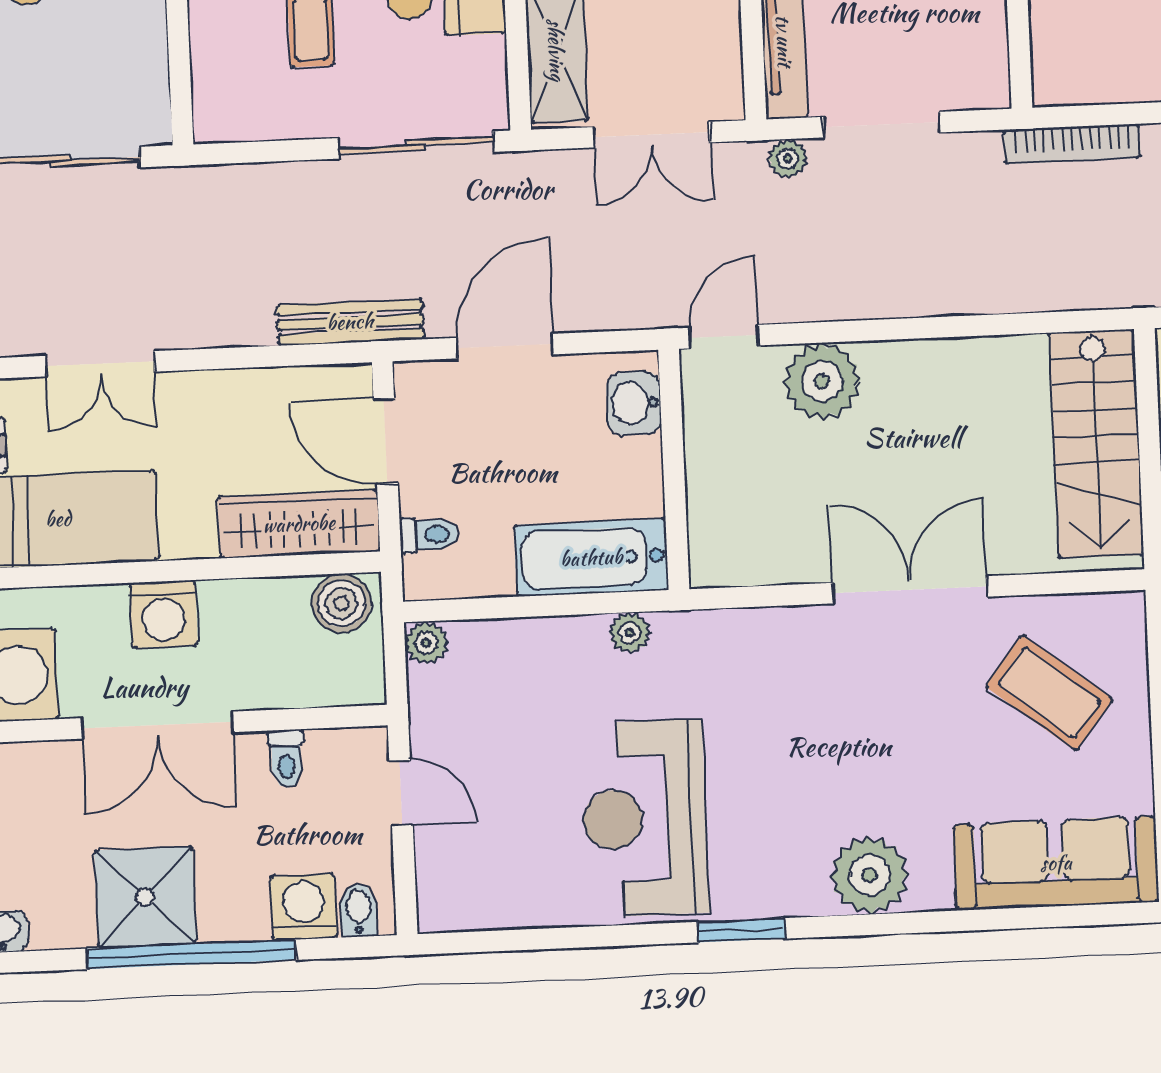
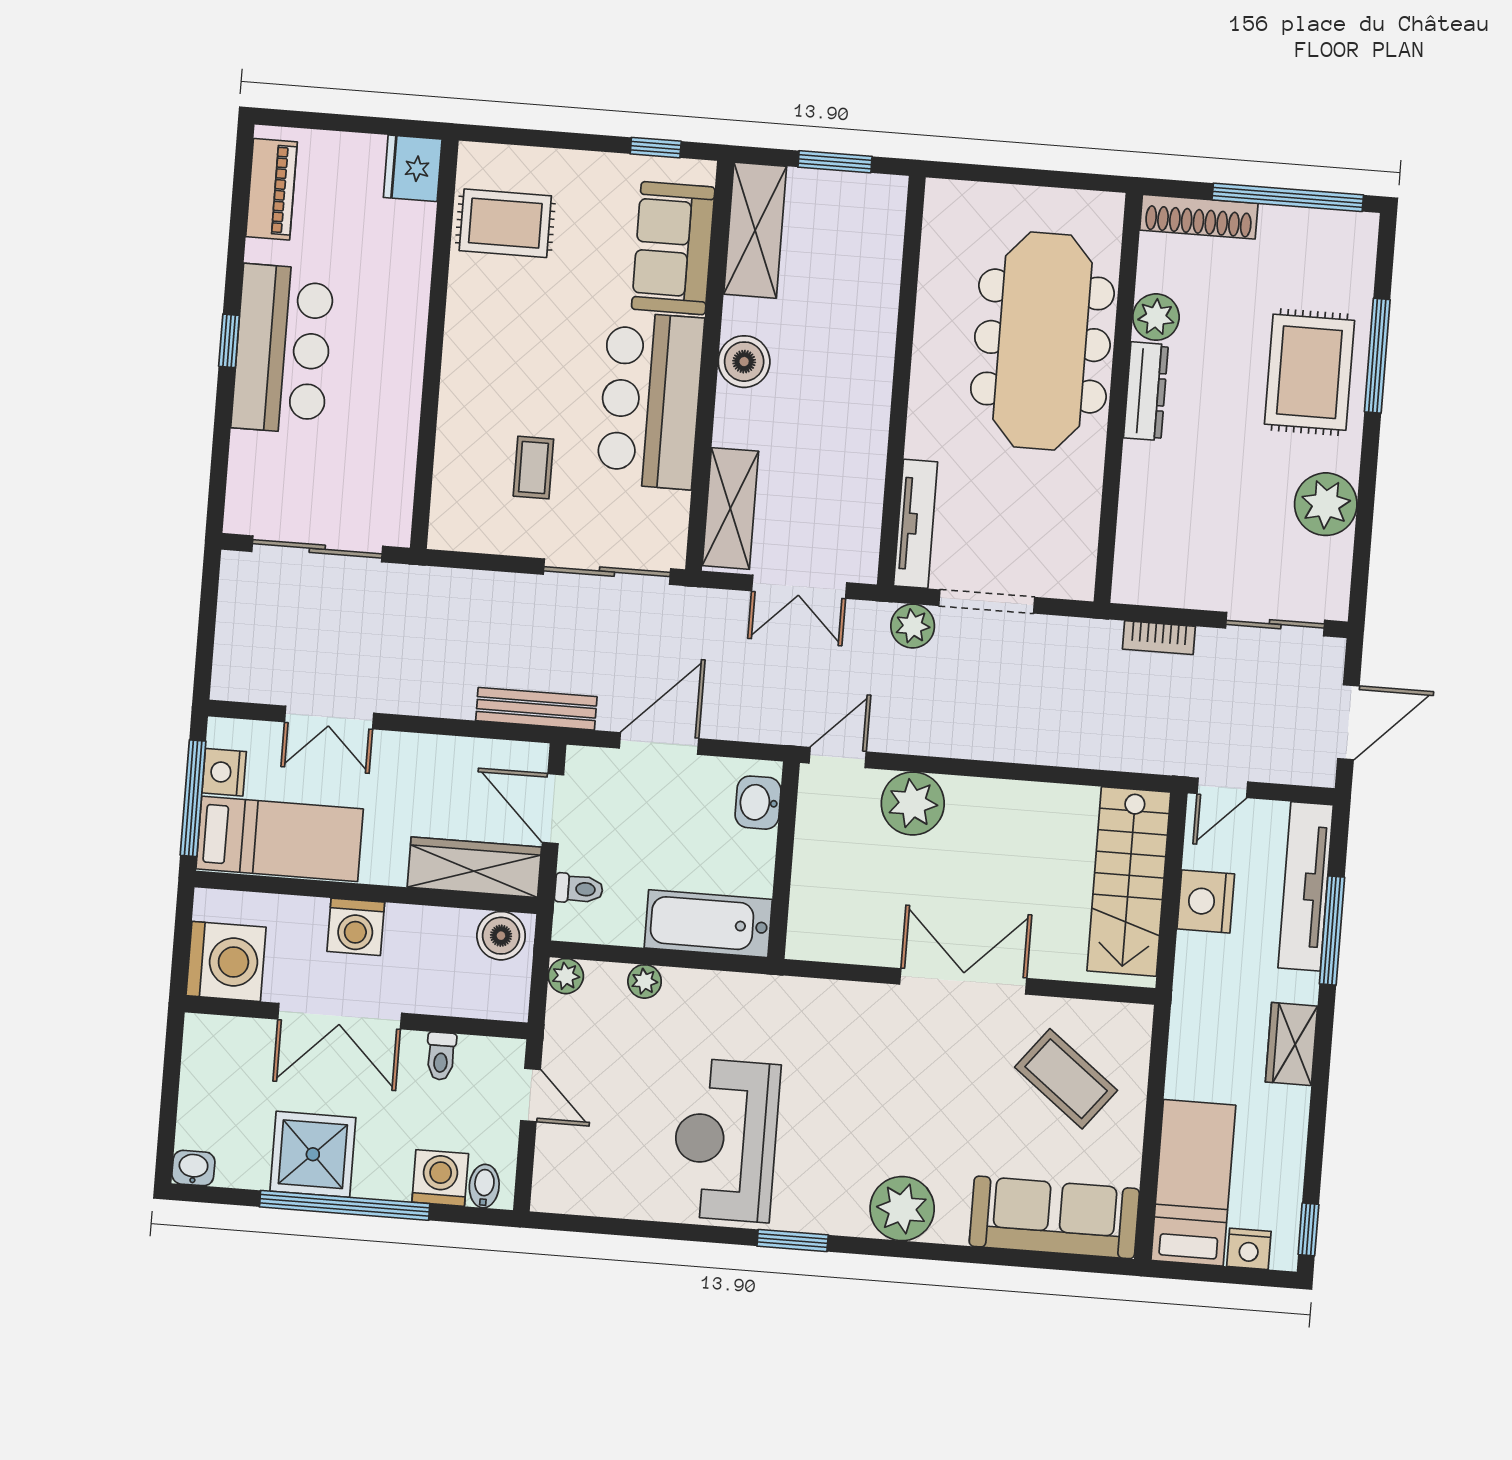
bookcase: (1072, 144) -> (1159, 638), width x0.64
plant: (788, 159) -> (913, 626), width x1.38, depth x1.38
plant: (630, 633) -> (645, 981), moved

